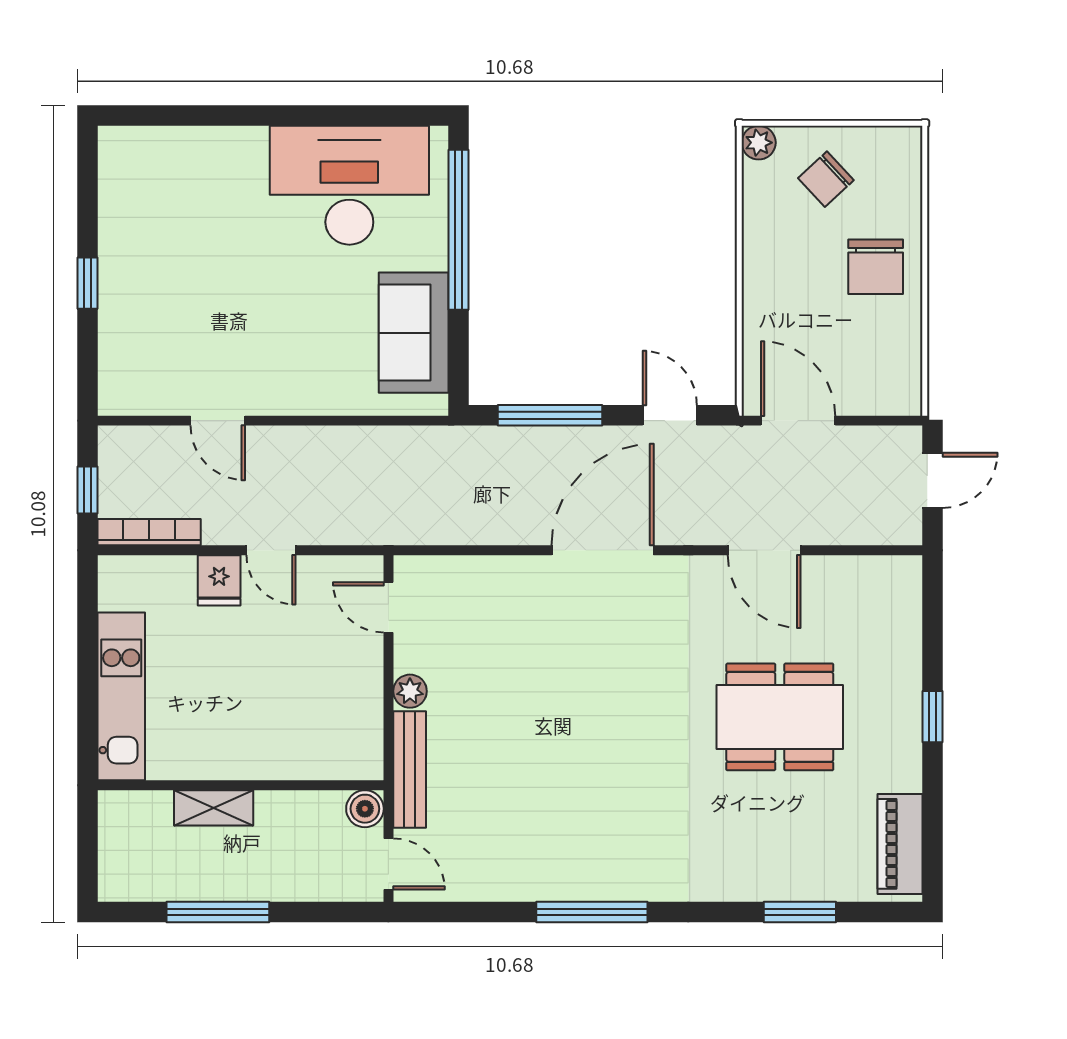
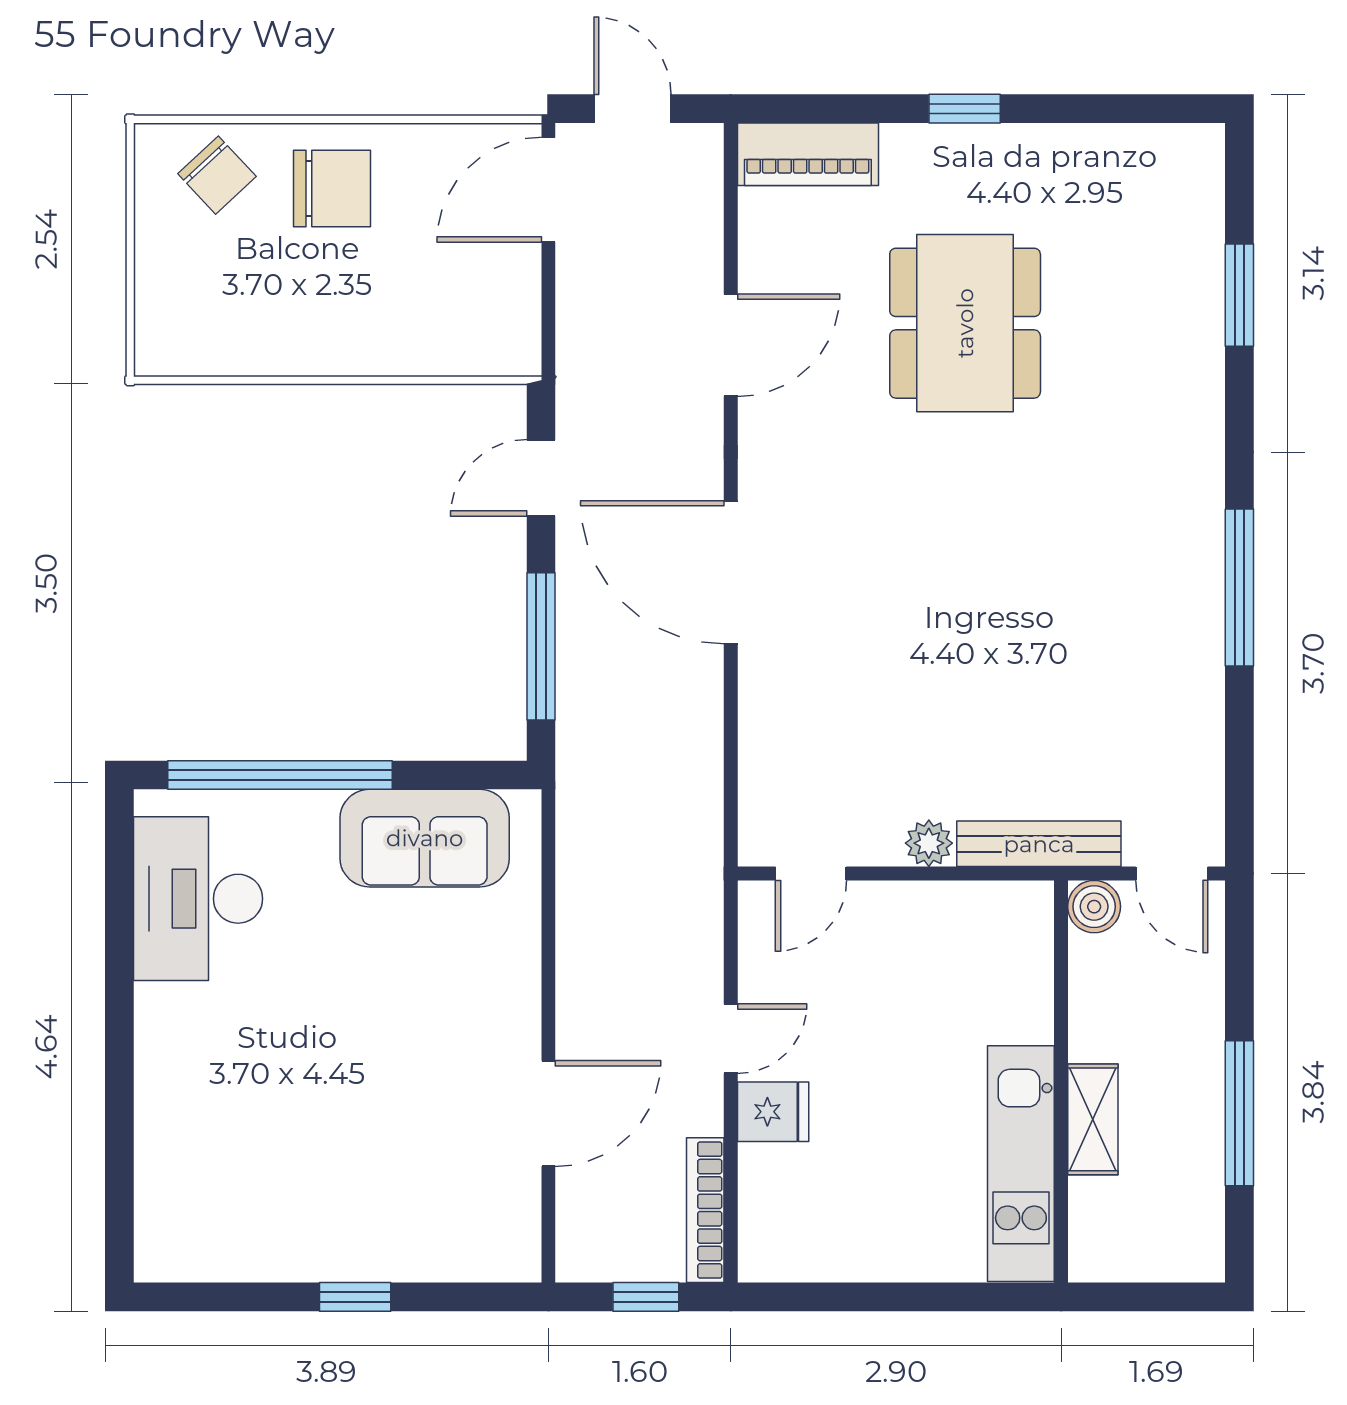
plant: (759, 143) -> (158, 353), removed
chair: (826, 179) -> (217, 175), moved
desk: (349, 185) -> (198, 899), width x0.73, depth x0.77
door: (218, 421) -> (548, 1114), width x1.37
door: (798, 421) -> (548, 190), moved
kitchen unit: (121, 696) -> (1021, 1164), moved, turned -90
piano: (900, 844) -> (808, 154), moved
door: (388, 864) -> (1172, 874), swing flipped

